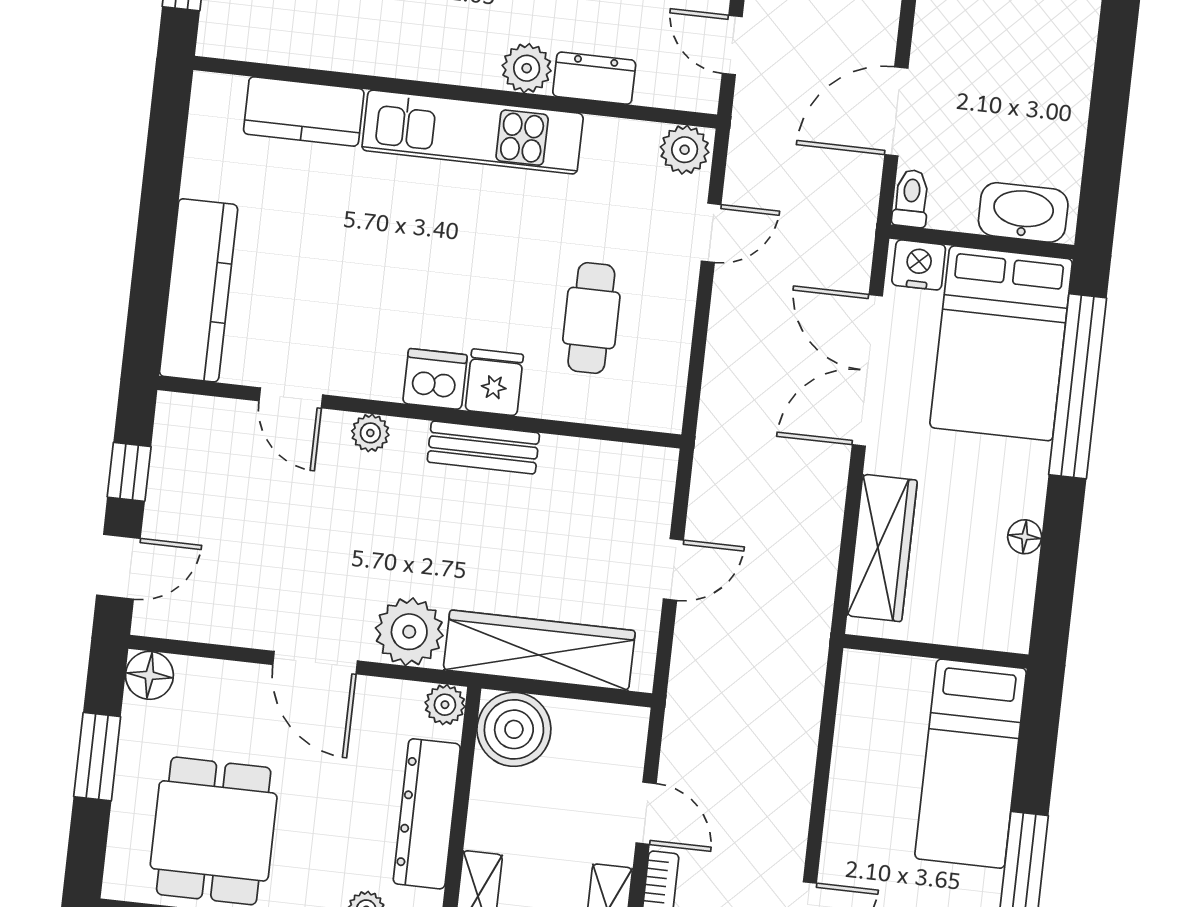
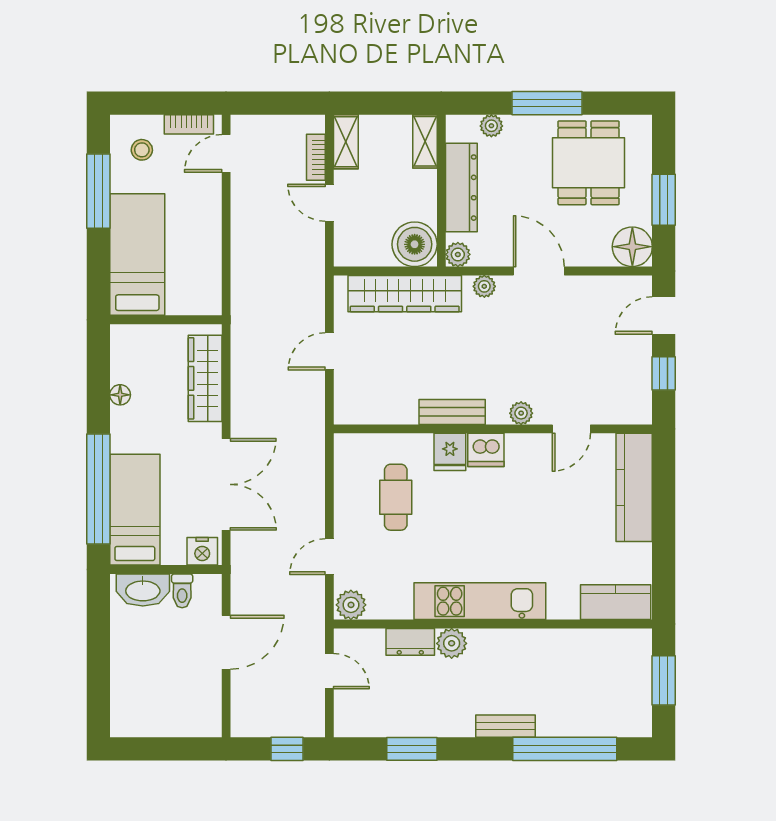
kitchen counter: (304, 111) -> (616, 602), moved
toilet: (911, 198) -> (182, 591), moved
bed: (1001, 343) -> (135, 510), width x0.67
door: (291, 398) -> (571, 429), swing flipped
plant: (409, 632) -> (484, 286), width x0.53, depth x0.53
floor lamp: (149, 675) -> (632, 247), width x1.38, depth x1.38

